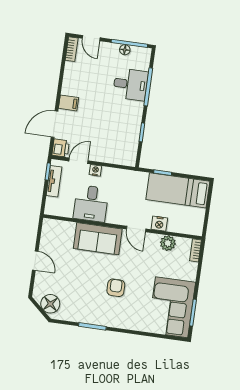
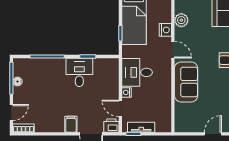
desk: (130, 84) -> (79, 72), moved
desk: (91, 203) -> (137, 72), moved, turned 180
door: (136, 229) -> (173, 50), hinge flipped

